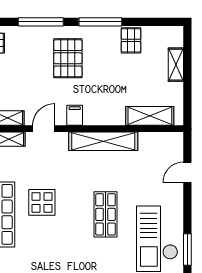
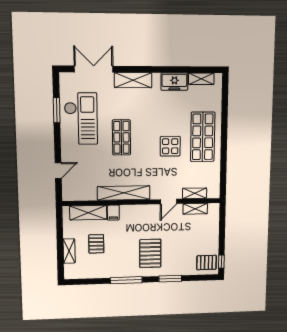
window: (41, 22) -> (170, 279), width x0.69
pallet: (131, 40) -> (96, 244), moved
filing cabinet: (75, 115) -> (113, 213), moved

